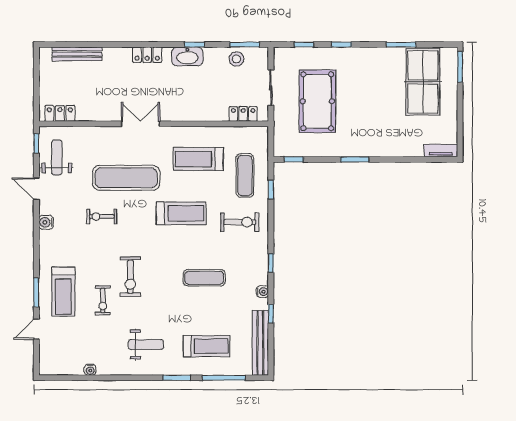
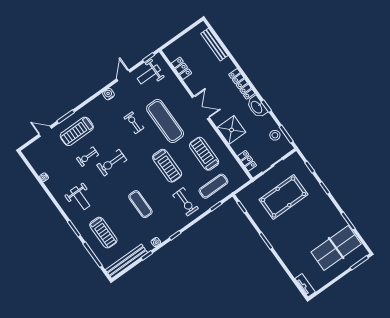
locker: (147, 55) -> (242, 84), width x1.53
shower: (193, 106) -> (231, 130), added
locker: (60, 113) -> (181, 68), moved
weight bench: (57, 157) -> (149, 74), turned 180

